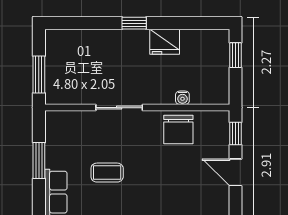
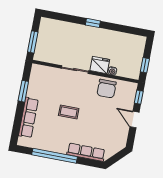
fridge: (165, 42) -> (100, 65), moved, turned 180
window: (236, 55) -> (145, 65), moved
coffee table: (107, 173) -> (69, 112), moved

